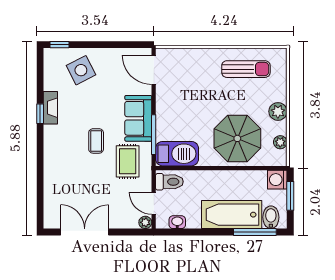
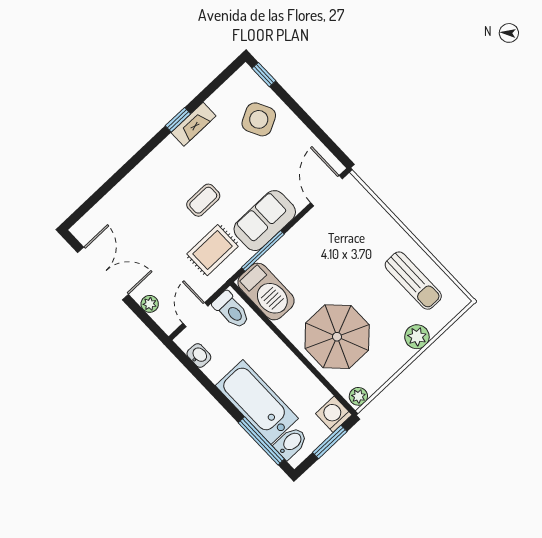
plant: (278, 111) -> (417, 337), moved
plant: (280, 142) -> (358, 396), moved
plant: (145, 222) -> (150, 304), moved

